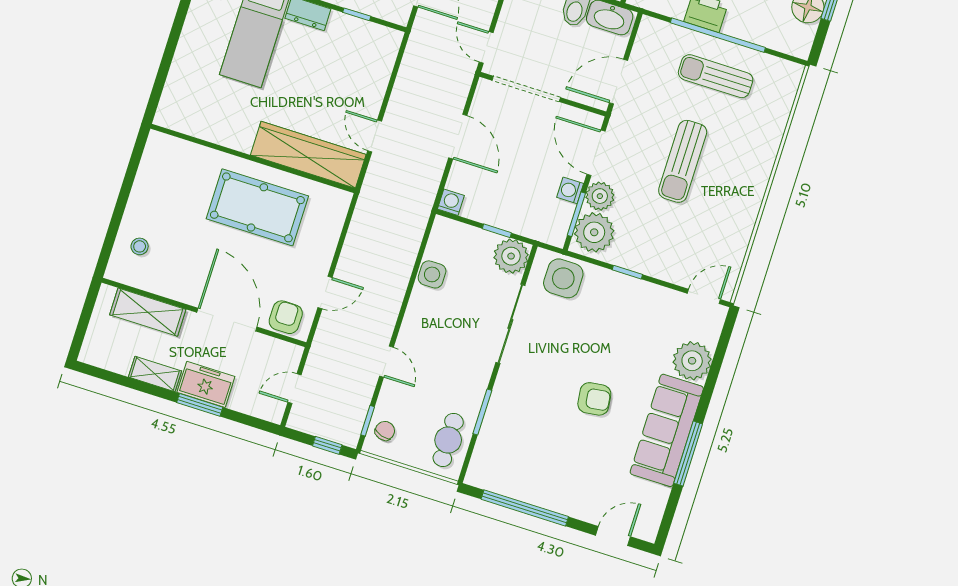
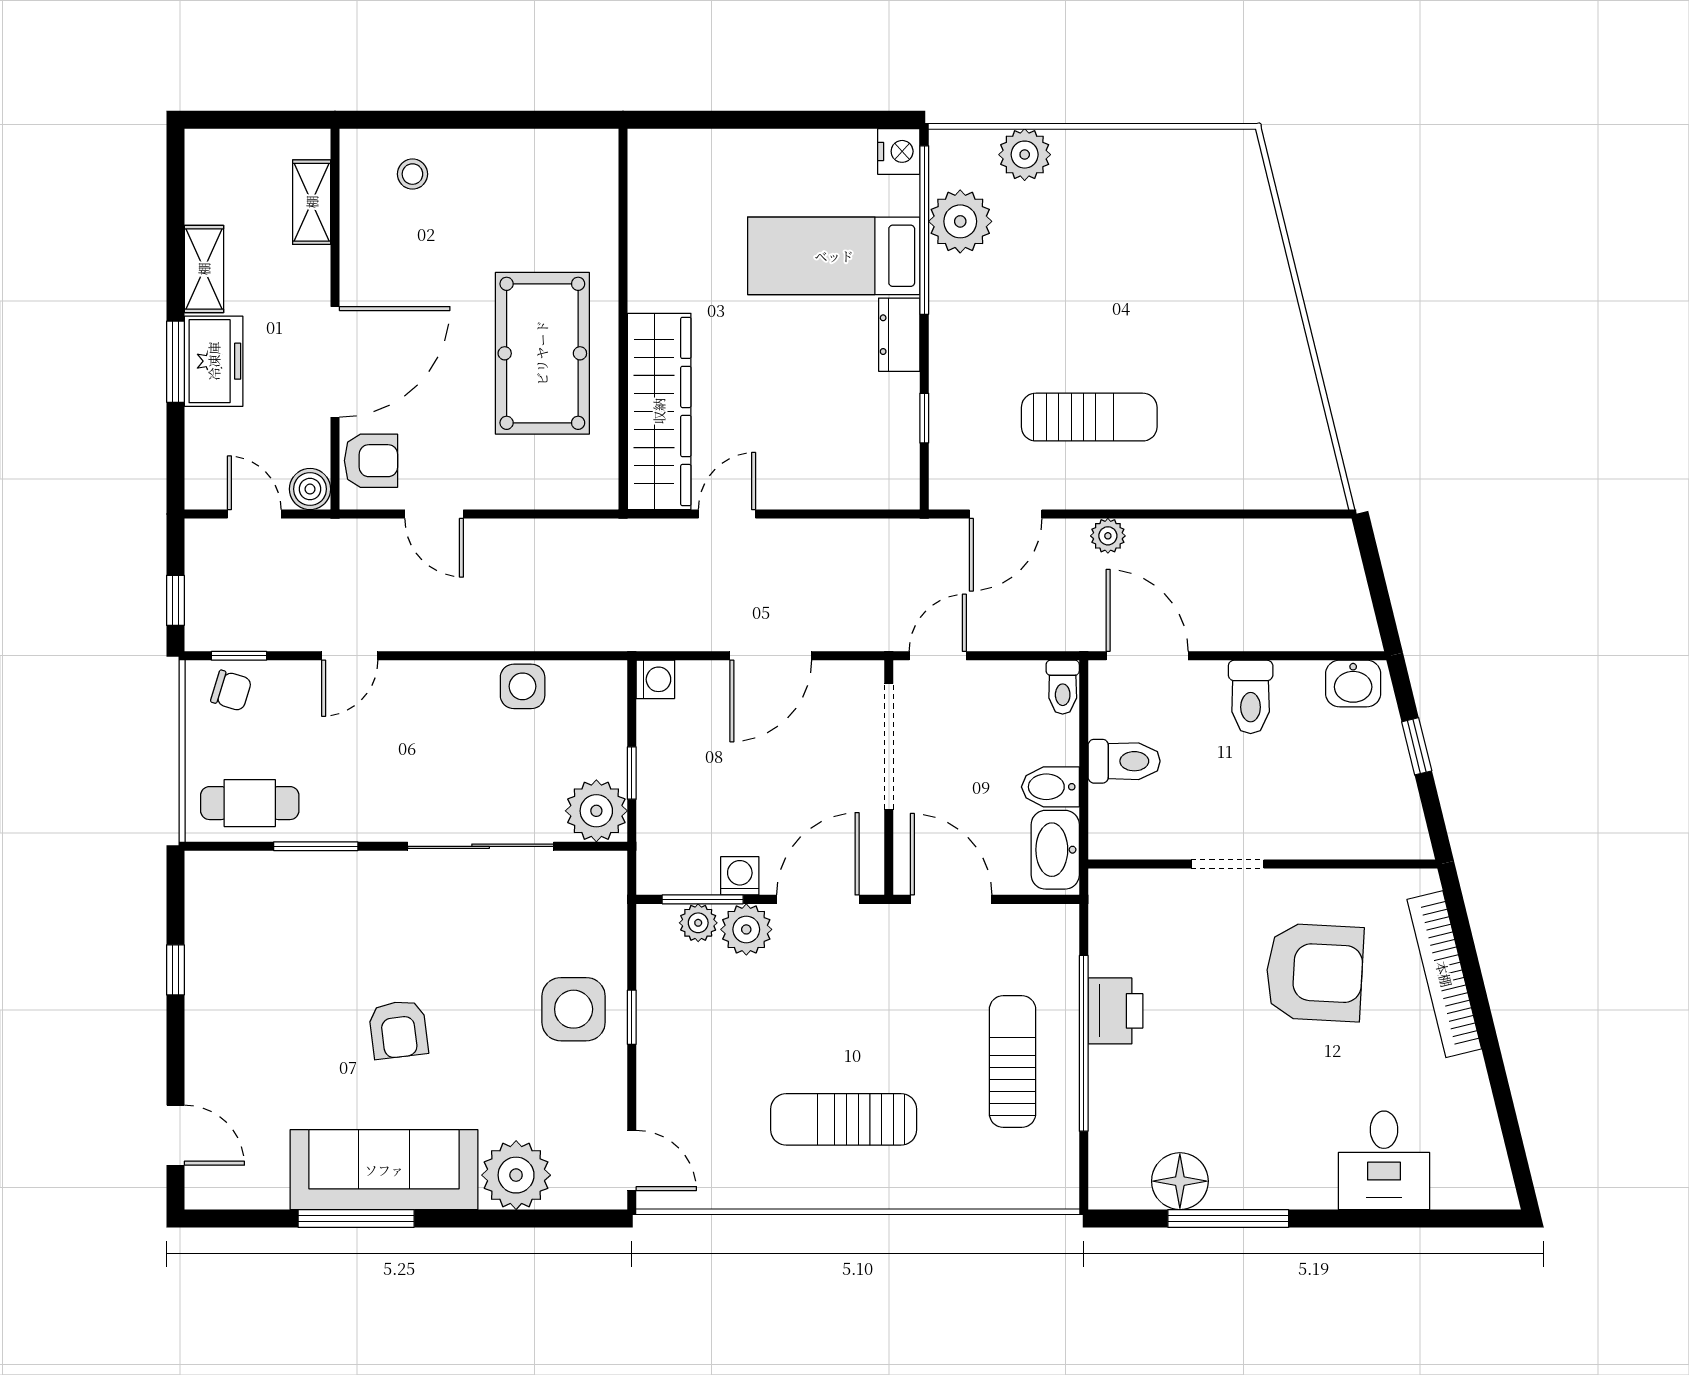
sun lounger: (683, 161) -> (844, 1119), moved
plant: (594, 232) -> (698, 923), width x0.53, depth x0.53
side table: (563, 278) -> (574, 1009), moved
shelving: (148, 312) -> (312, 202), width x0.67, depth x0.75
boiler: (291, 355) -> (310, 489), added
window: (525, 508) -> (175, 970), width x0.32

